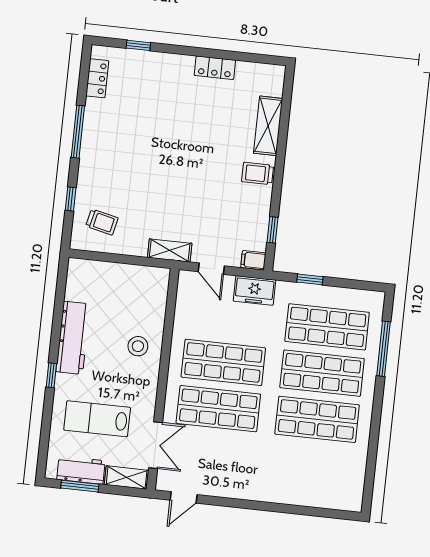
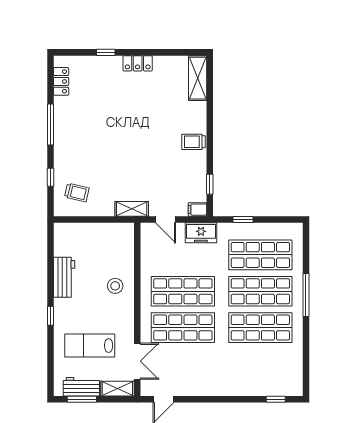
window: (138, 45) -> (106, 52), moved
locker: (215, 68) -> (138, 63), moved
shelving: (268, 126) -> (198, 78), moved
workbench: (73, 338) -> (64, 277), width x0.73
window: (384, 349) -> (306, 295), moved
window: (327, 513) -> (276, 399), added

